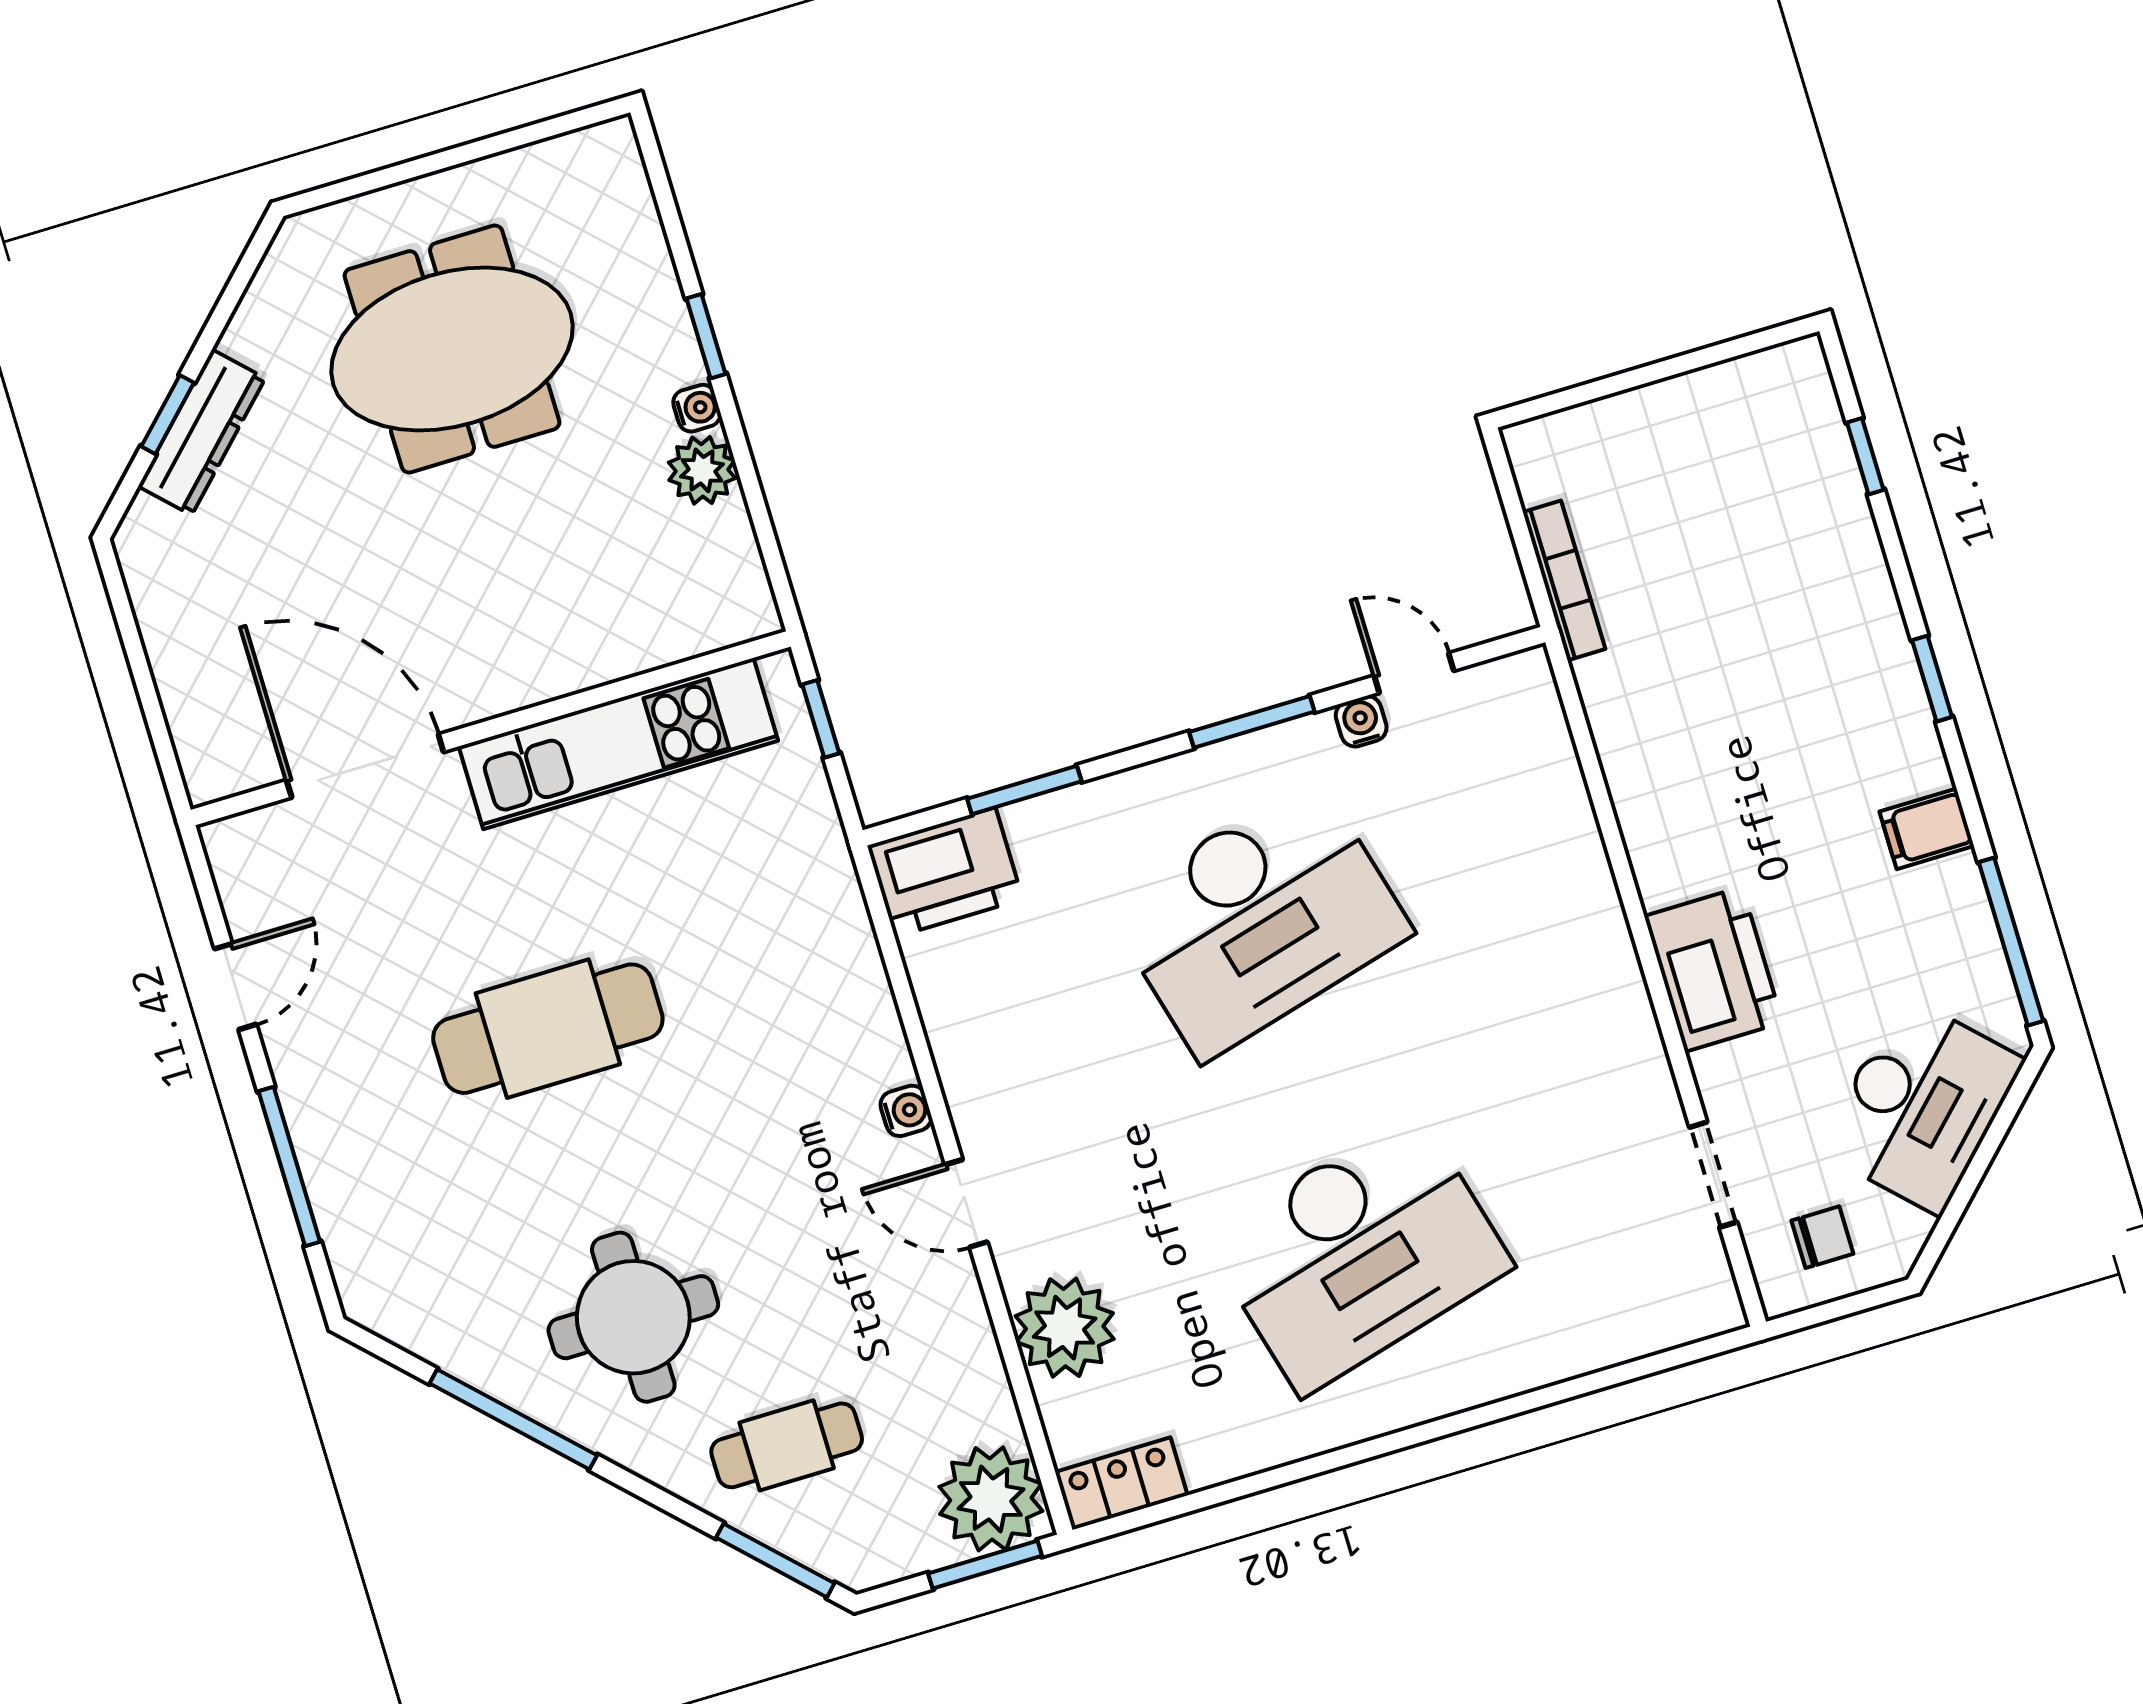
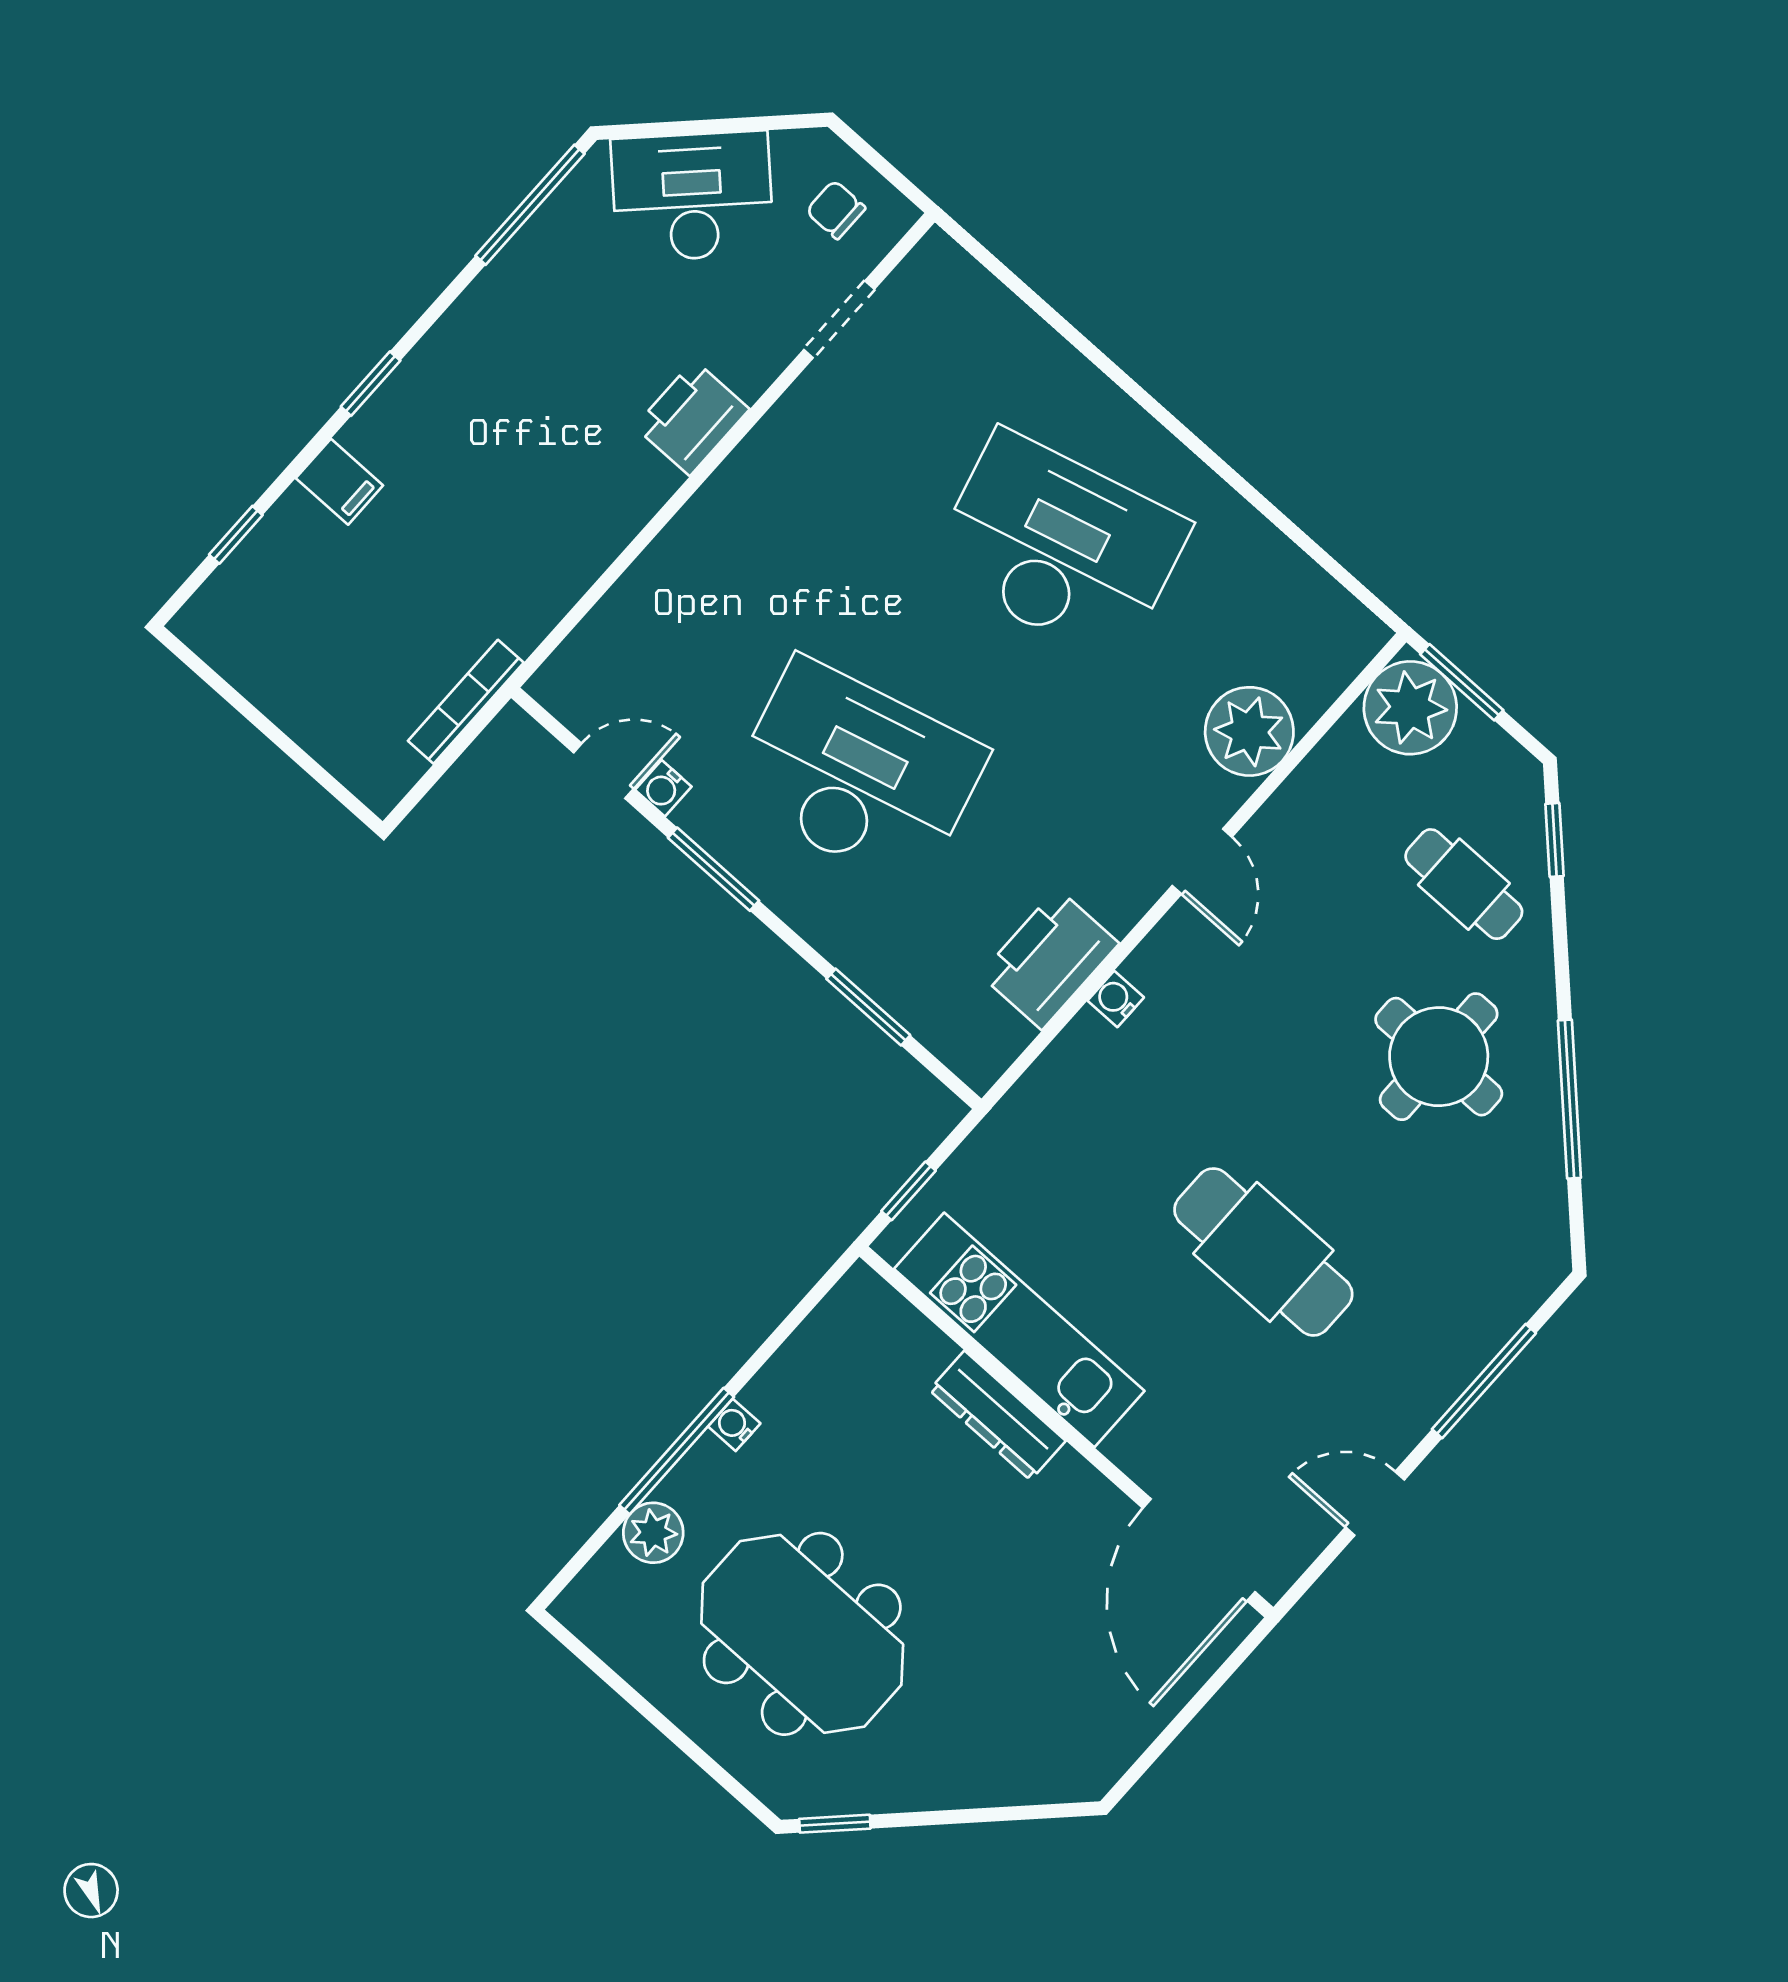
window: (706, 336) -> (677, 1451), width x2.17
window: (168, 415) -> (835, 1824), moved
dresser: (202, 432) -> (997, 1415), moved, turned -135
plant: (702, 470) -> (653, 1533), moved
door: (1414, 673) -> (603, 771), swing flipped
door: (365, 766) -> (1199, 1550), moved
filing cabinet: (1927, 829) -> (339, 482), moved
printer: (945, 872) -> (1049, 959), moved, turned -90
printer: (1713, 969) -> (692, 418), width x0.73, depth x0.84
water cooler: (906, 1111) -> (1116, 999), moved
locker: (1121, 1484) -> (1339, 618), removed
window: (775, 1560) -> (1554, 840), width x0.67

